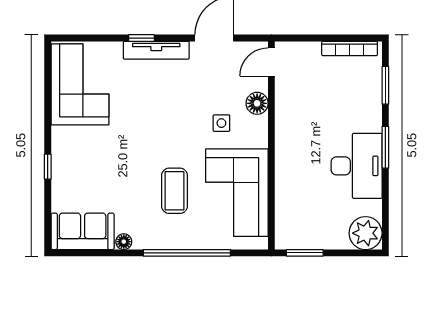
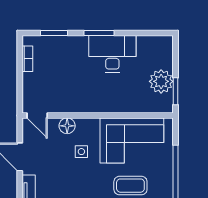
bookcase: (350, 48) -> (27, 59), width x0.64
plant: (366, 233) -> (161, 81), moved

